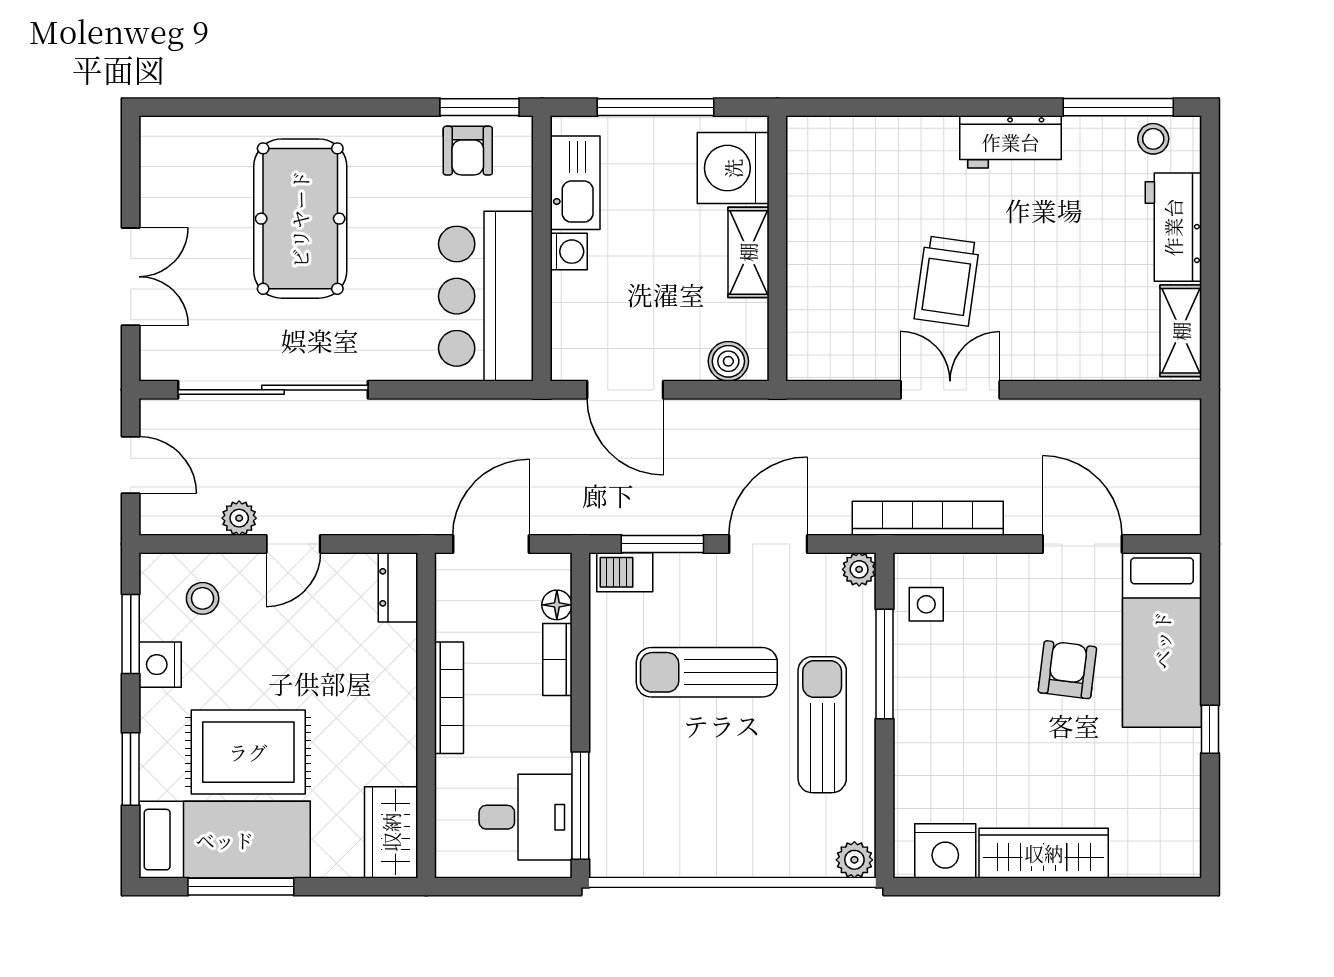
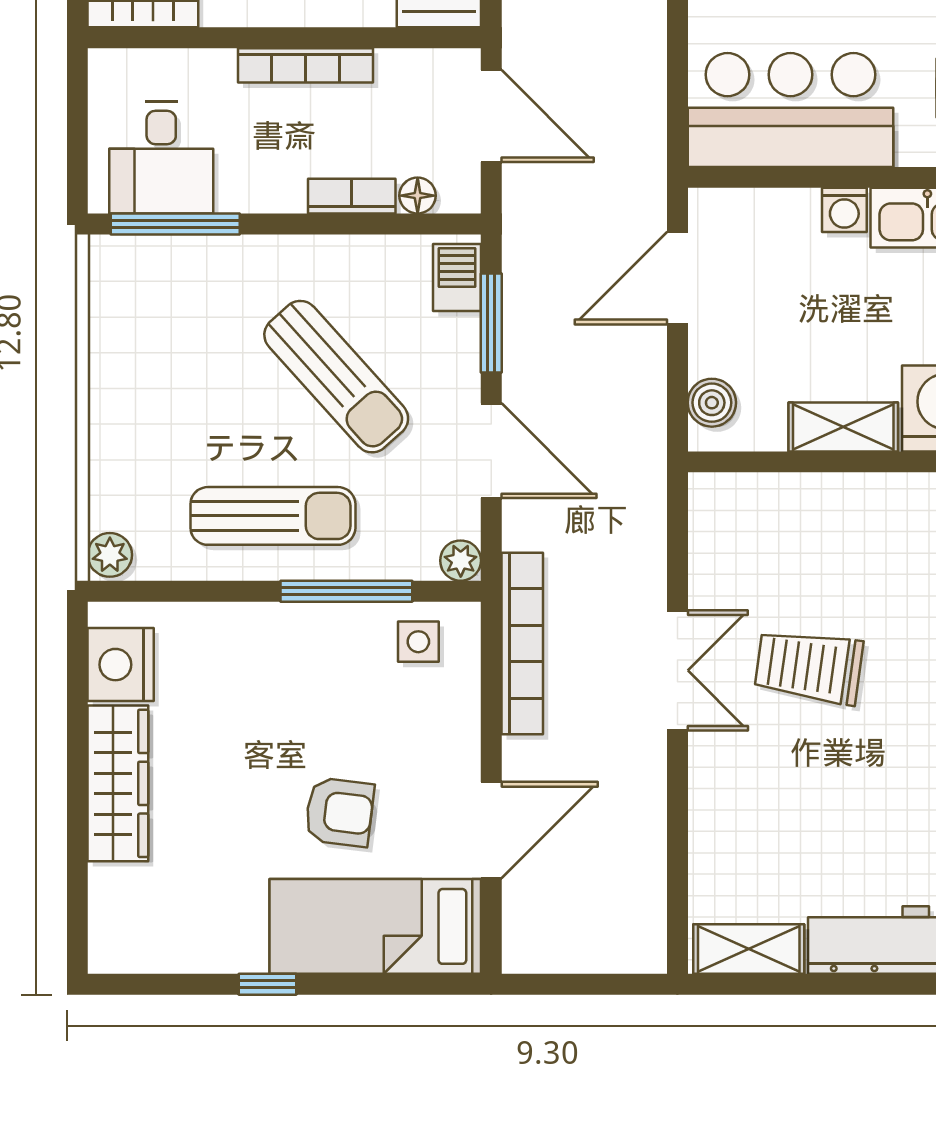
sun lounger: (707, 672) -> (336, 377), turned 138

